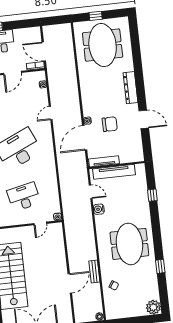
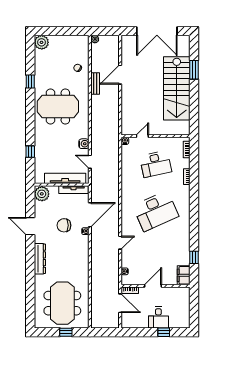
plant: (136, 154) -> (42, 194), added
meeting table: (129, 244) -> (58, 107), turned 90

